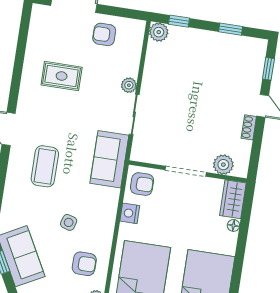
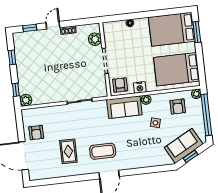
plant: (129, 85) -> (146, 100), moved
sofa: (109, 159) -> (124, 107), moved
coffee table: (45, 166) -> (103, 151), moved
wardrobe: (233, 199) -> (114, 28), removed
armchair: (84, 264) -> (178, 107), turned 180

